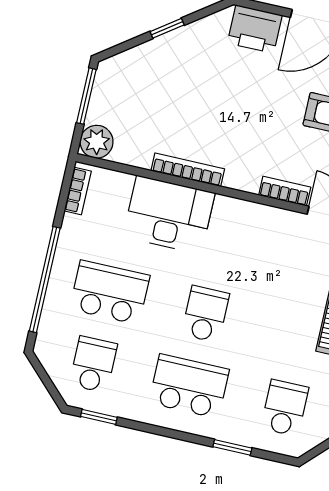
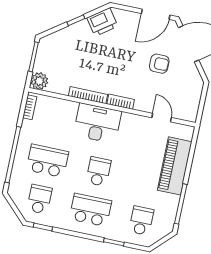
printer: (255, 29) -> (102, 22), moved, turned -36
bookcase: (285, 191) -> (121, 102), moved
desk: (169, 215) -> (97, 123), moved

